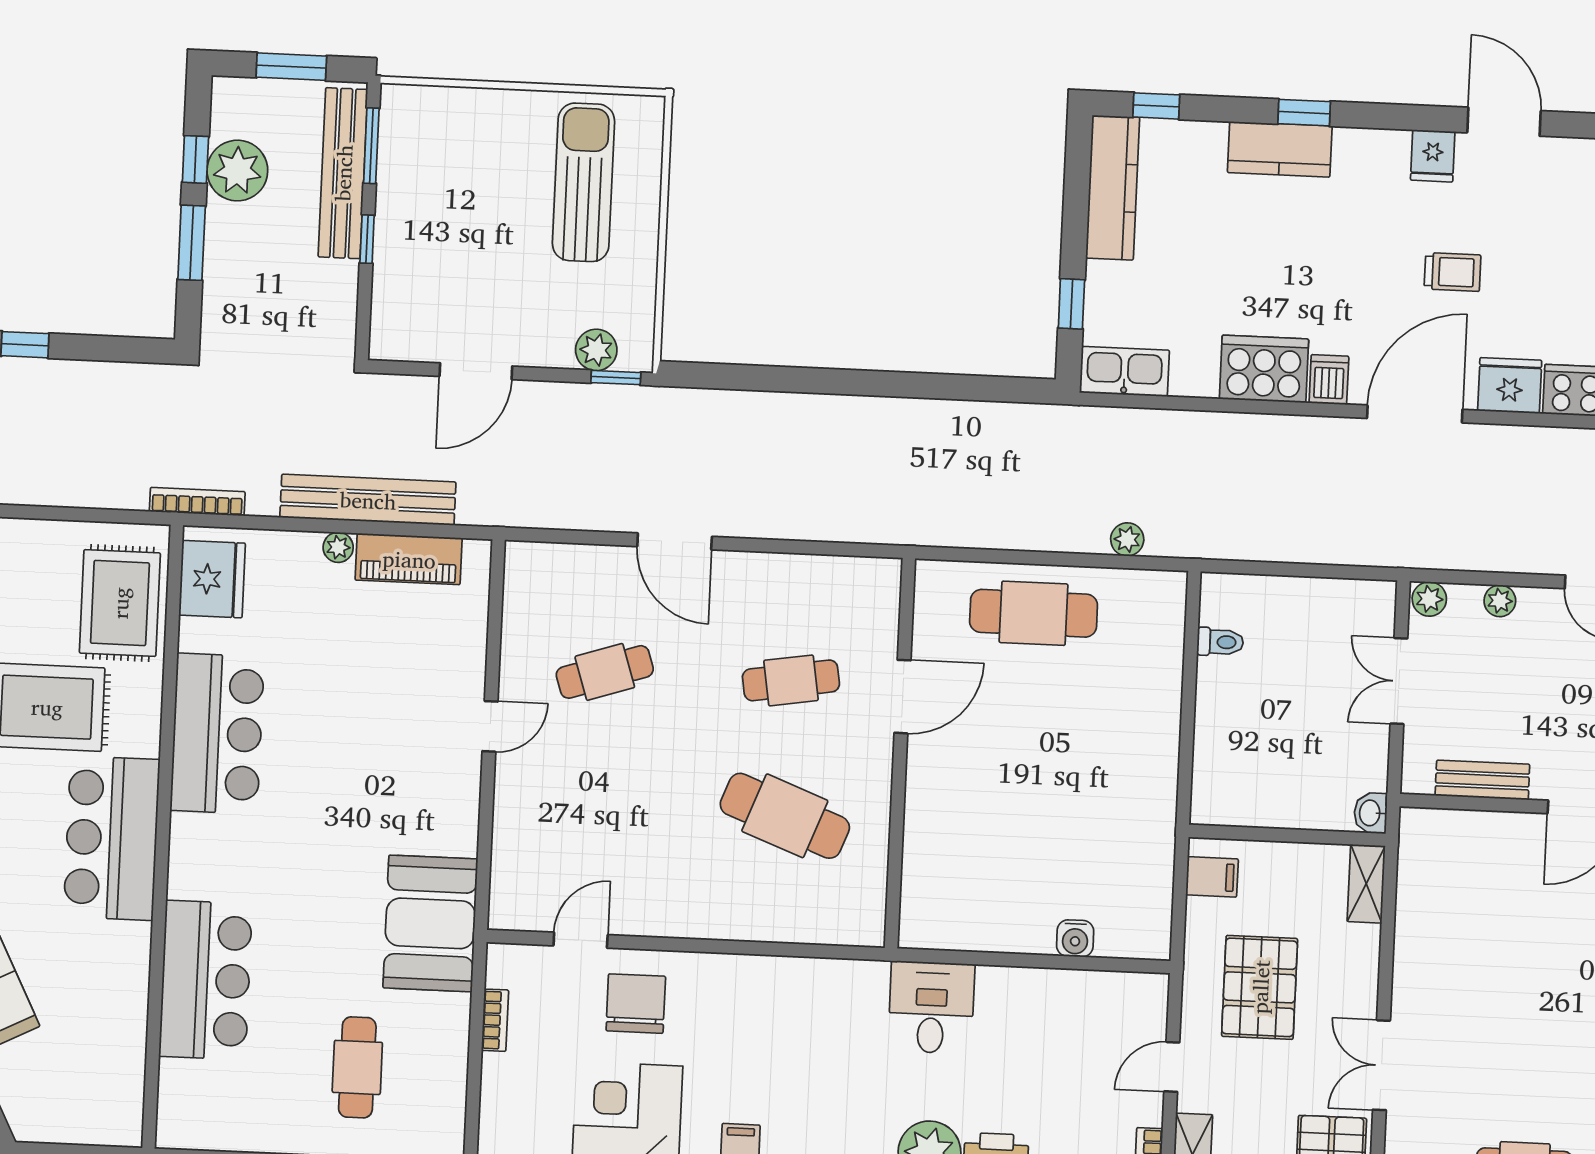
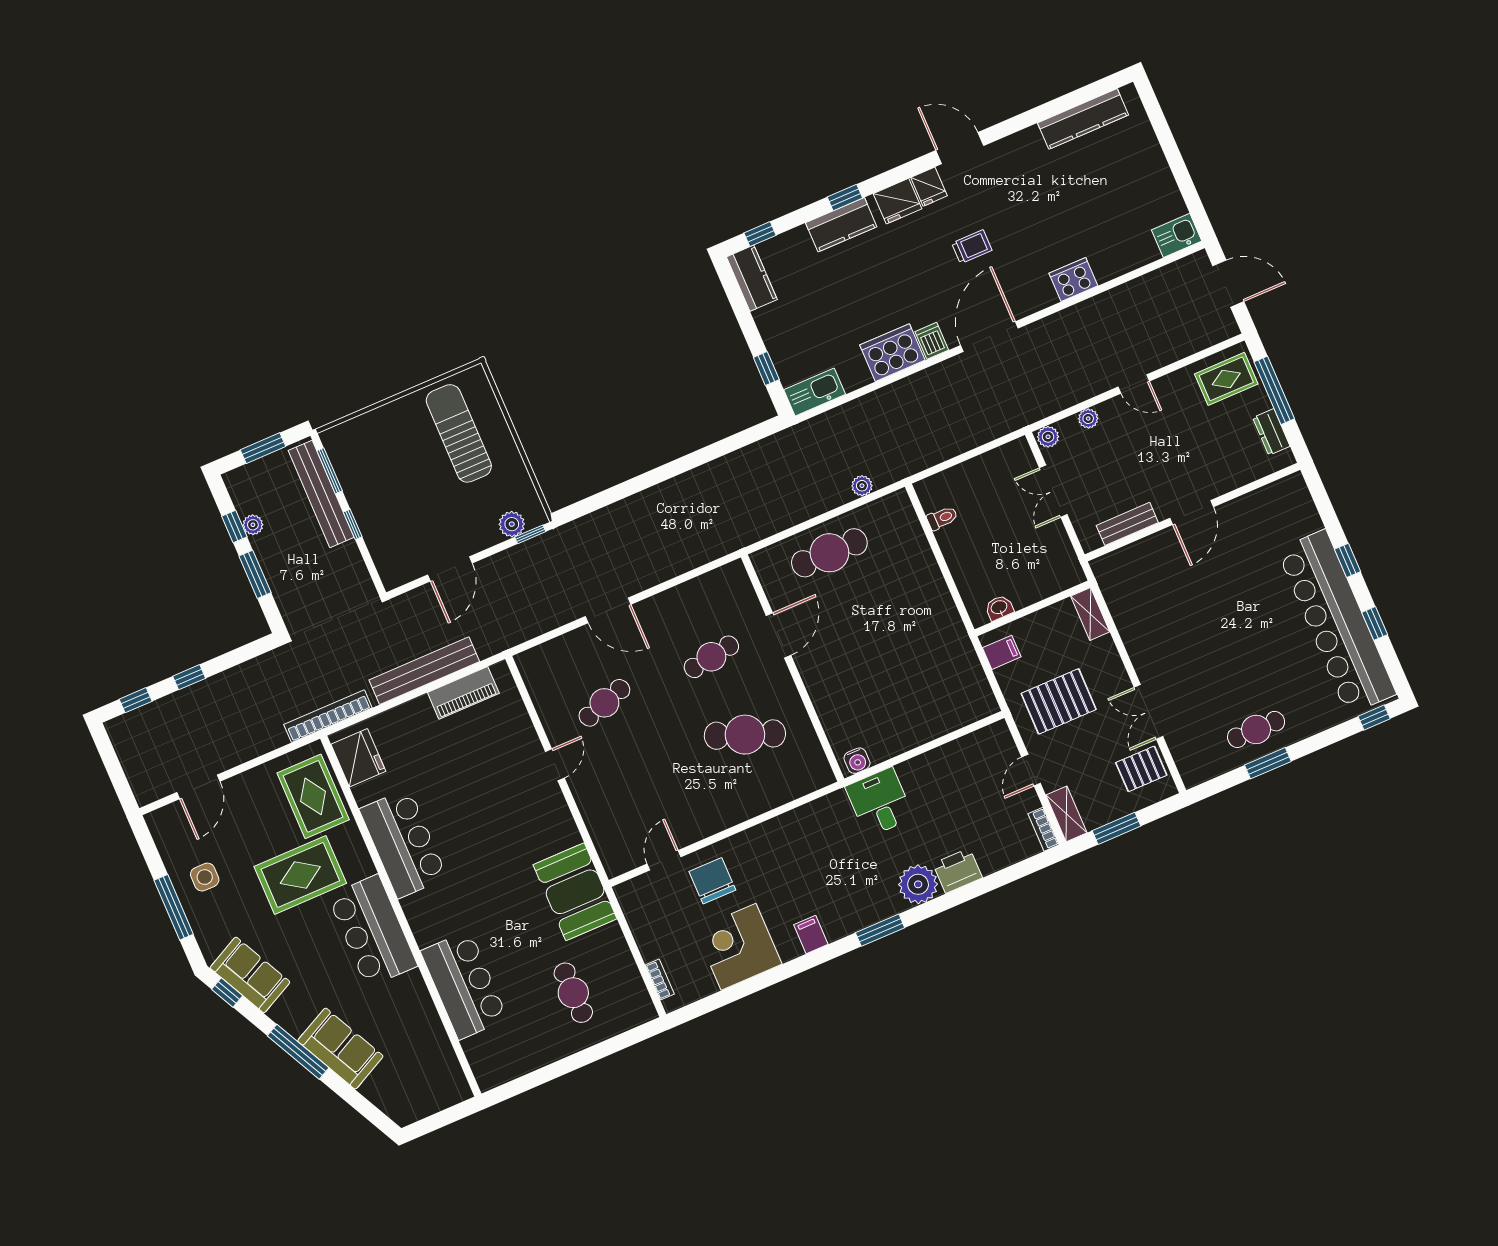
plant: (237, 171) -> (253, 525), width x0.53, depth x0.53
kitchen counter: (1113, 188) -> (752, 278), width x0.67
fridge: (1510, 385) -> (898, 201), moved, turned 180
bookcase: (197, 502) -> (328, 716), width x1.48, depth x1.31
plant: (338, 547) -> (421, 706), removed
washbasin: (1371, 813) -> (999, 608), moved, turned 90
water cooler: (1075, 938) -> (857, 761), moved
pallet: (1260, 987) -> (1059, 701), turned 90
bookcase: (495, 1020) -> (660, 980), moved

